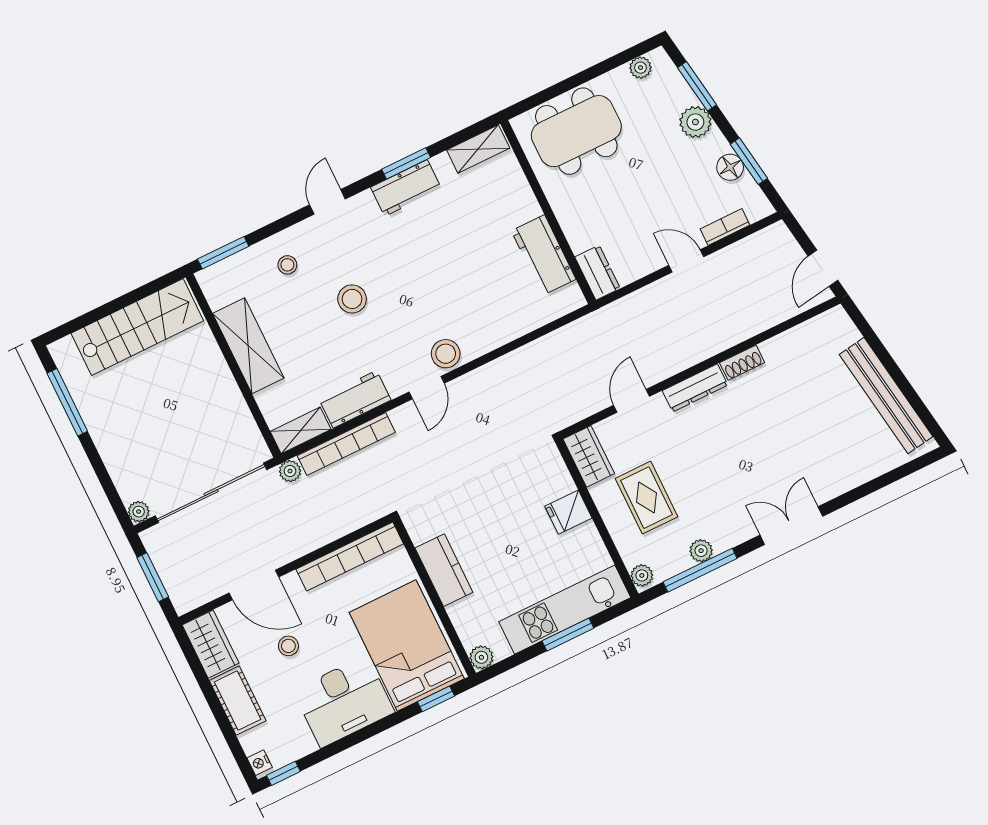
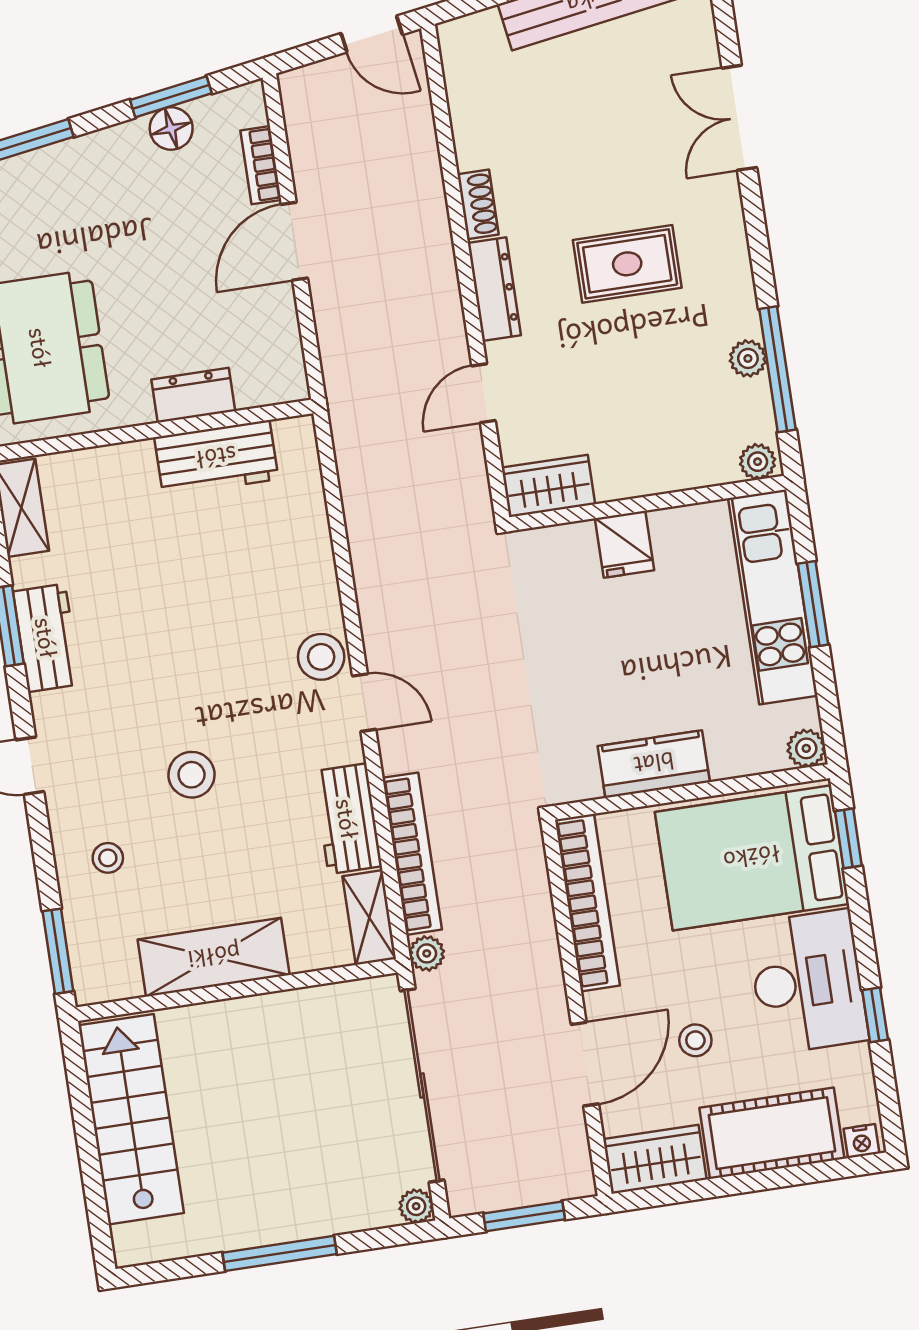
plant: (695, 122) -> (85, 160), removed
door: (686, 261) -> (294, 241), width x1.38
dresser: (598, 273) -> (193, 395), moved
door: (632, 401) -> (483, 393), hinge flipped
window: (67, 402) -> (280, 1253), moved
rug: (646, 498) -> (627, 264), moved
double door: (791, 526) -> (739, 118), moved
cot: (238, 701) -> (772, 1133), width x1.37, depth x1.34
window: (283, 773) -> (875, 1015), moved

